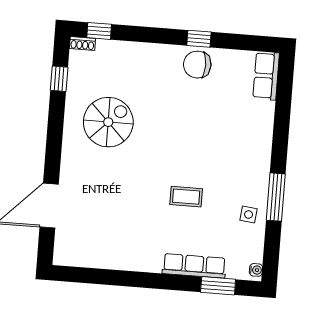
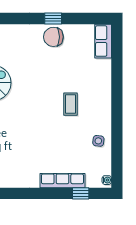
coffee table: (186, 197) -> (71, 104), moved, turned 90
window: (276, 197) -> (117, 127), removed
window: (218, 286) -> (81, 193), width x0.67

